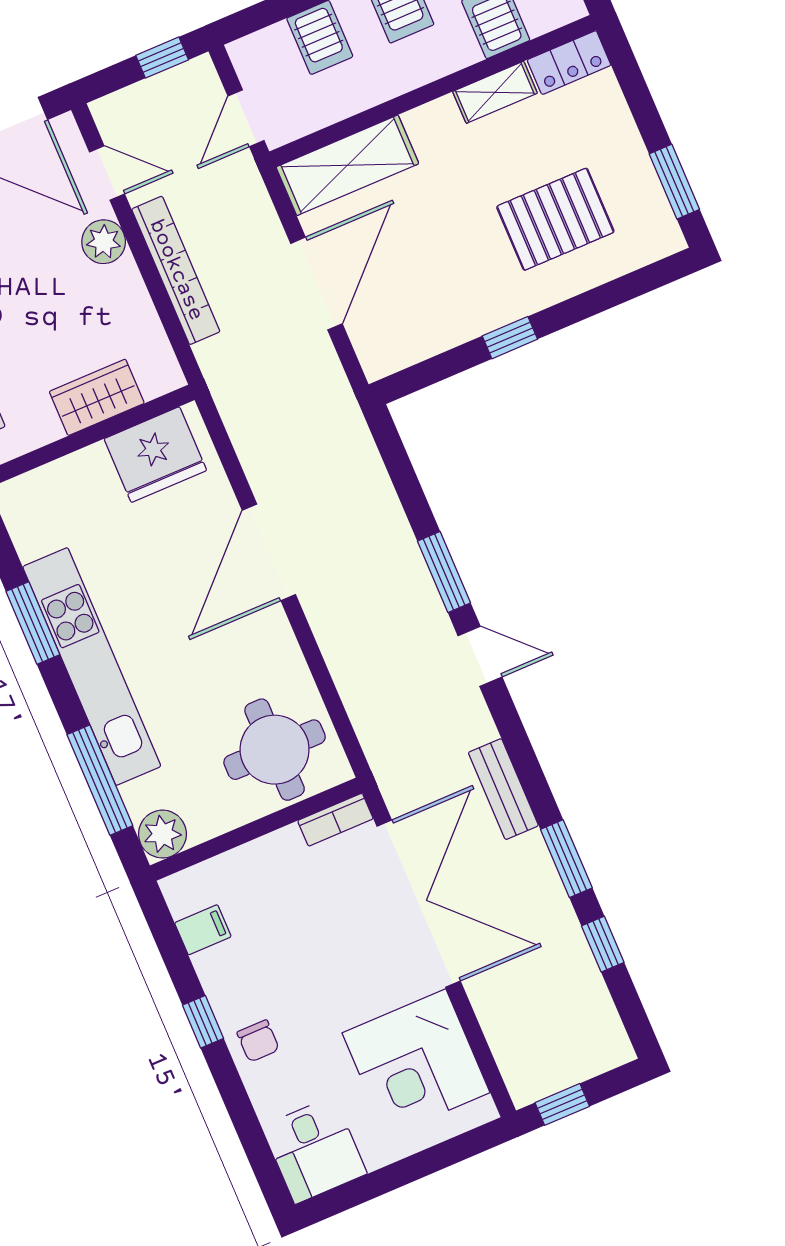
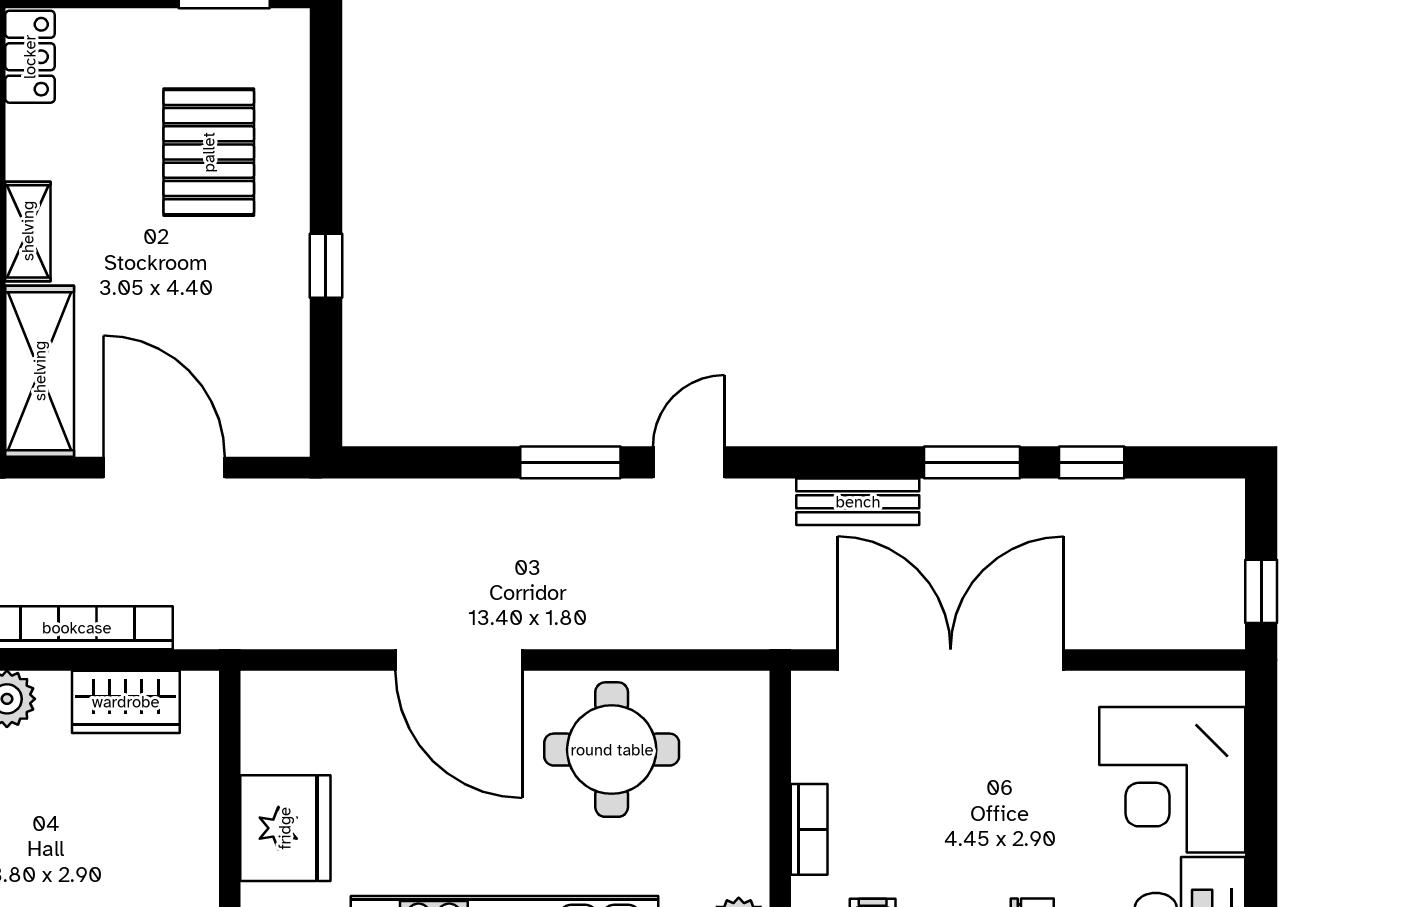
shelving: (495, 92) -> (28, 231), moved
wardrobe: (97, 397) -> (126, 702), moved, turned -90
fridge: (155, 455) -> (285, 828), moved
round table: (275, 750) -> (612, 750), moved
bookcase: (335, 820) -> (809, 829), moved
corner desk: (416, 1063) -> (1172, 780), moved, turned 90

